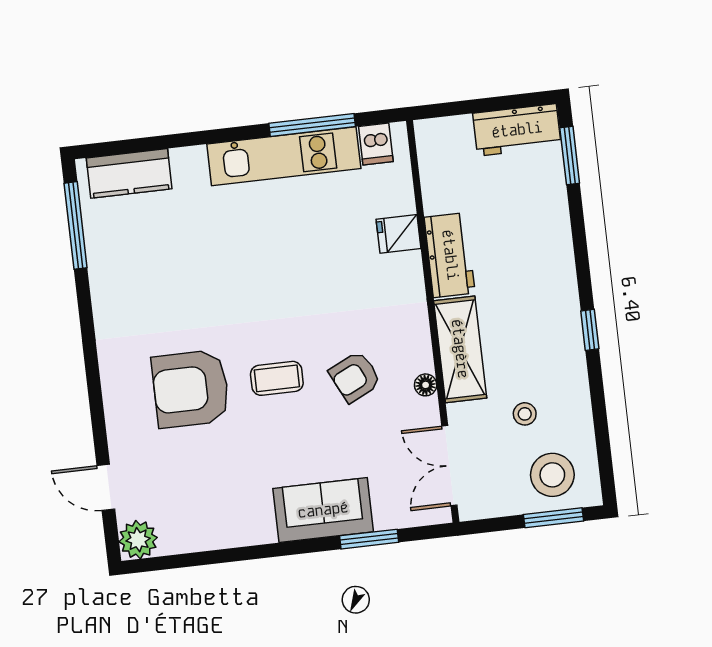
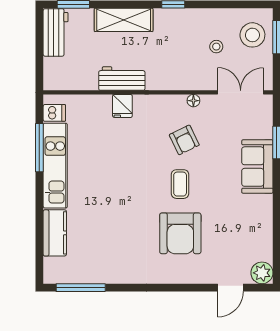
kitchen counter: (129, 173) -> (55, 233), moved
fridge: (399, 234) -> (122, 106), moved
shelving: (460, 349) -> (124, 20), moved
double door: (449, 466) -> (241, 92), swing flipped

